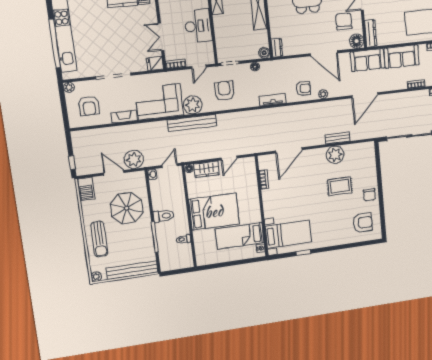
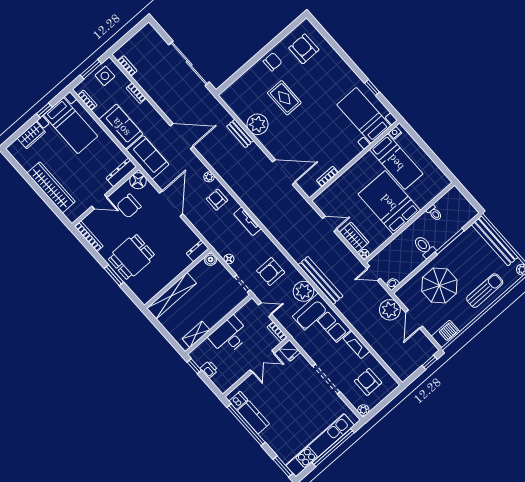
armchair: (89, 106) -> (368, 382), turned -90

